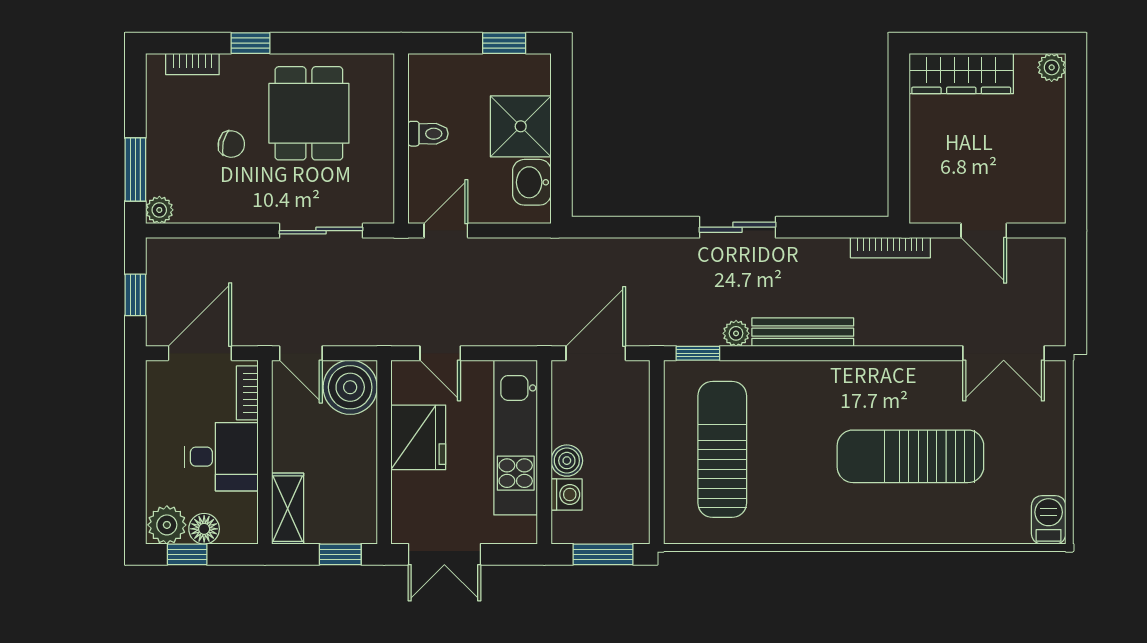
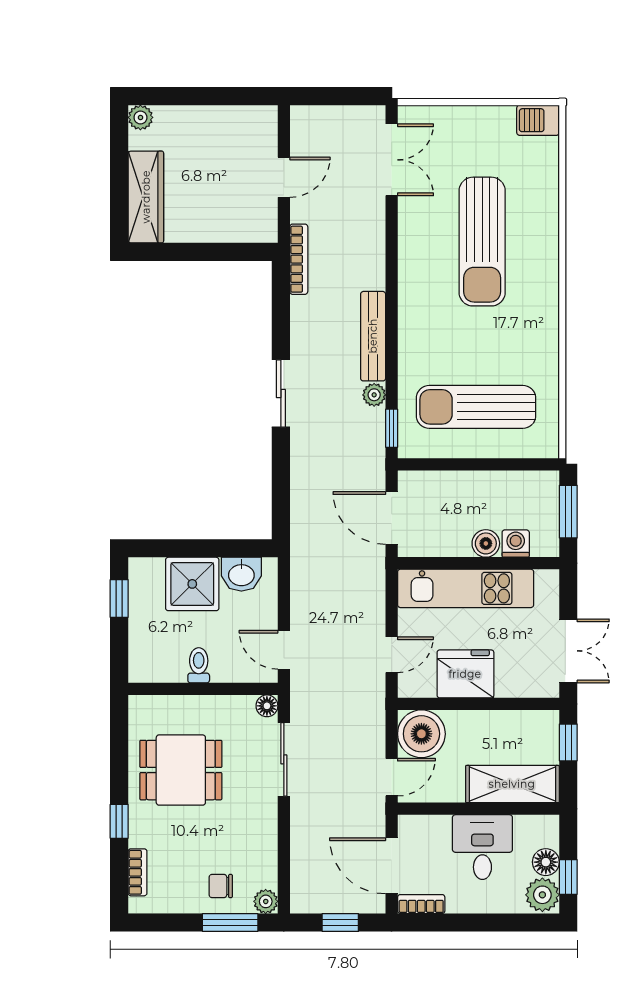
chair: (231, 144) -> (221, 886), moved, turned -103
floor lamp: (382, 211) -> (267, 706), added
bookcase: (247, 393) -> (421, 904), moved, turned 180
shelving: (288, 509) -> (512, 784), width x1.50, depth x1.33

